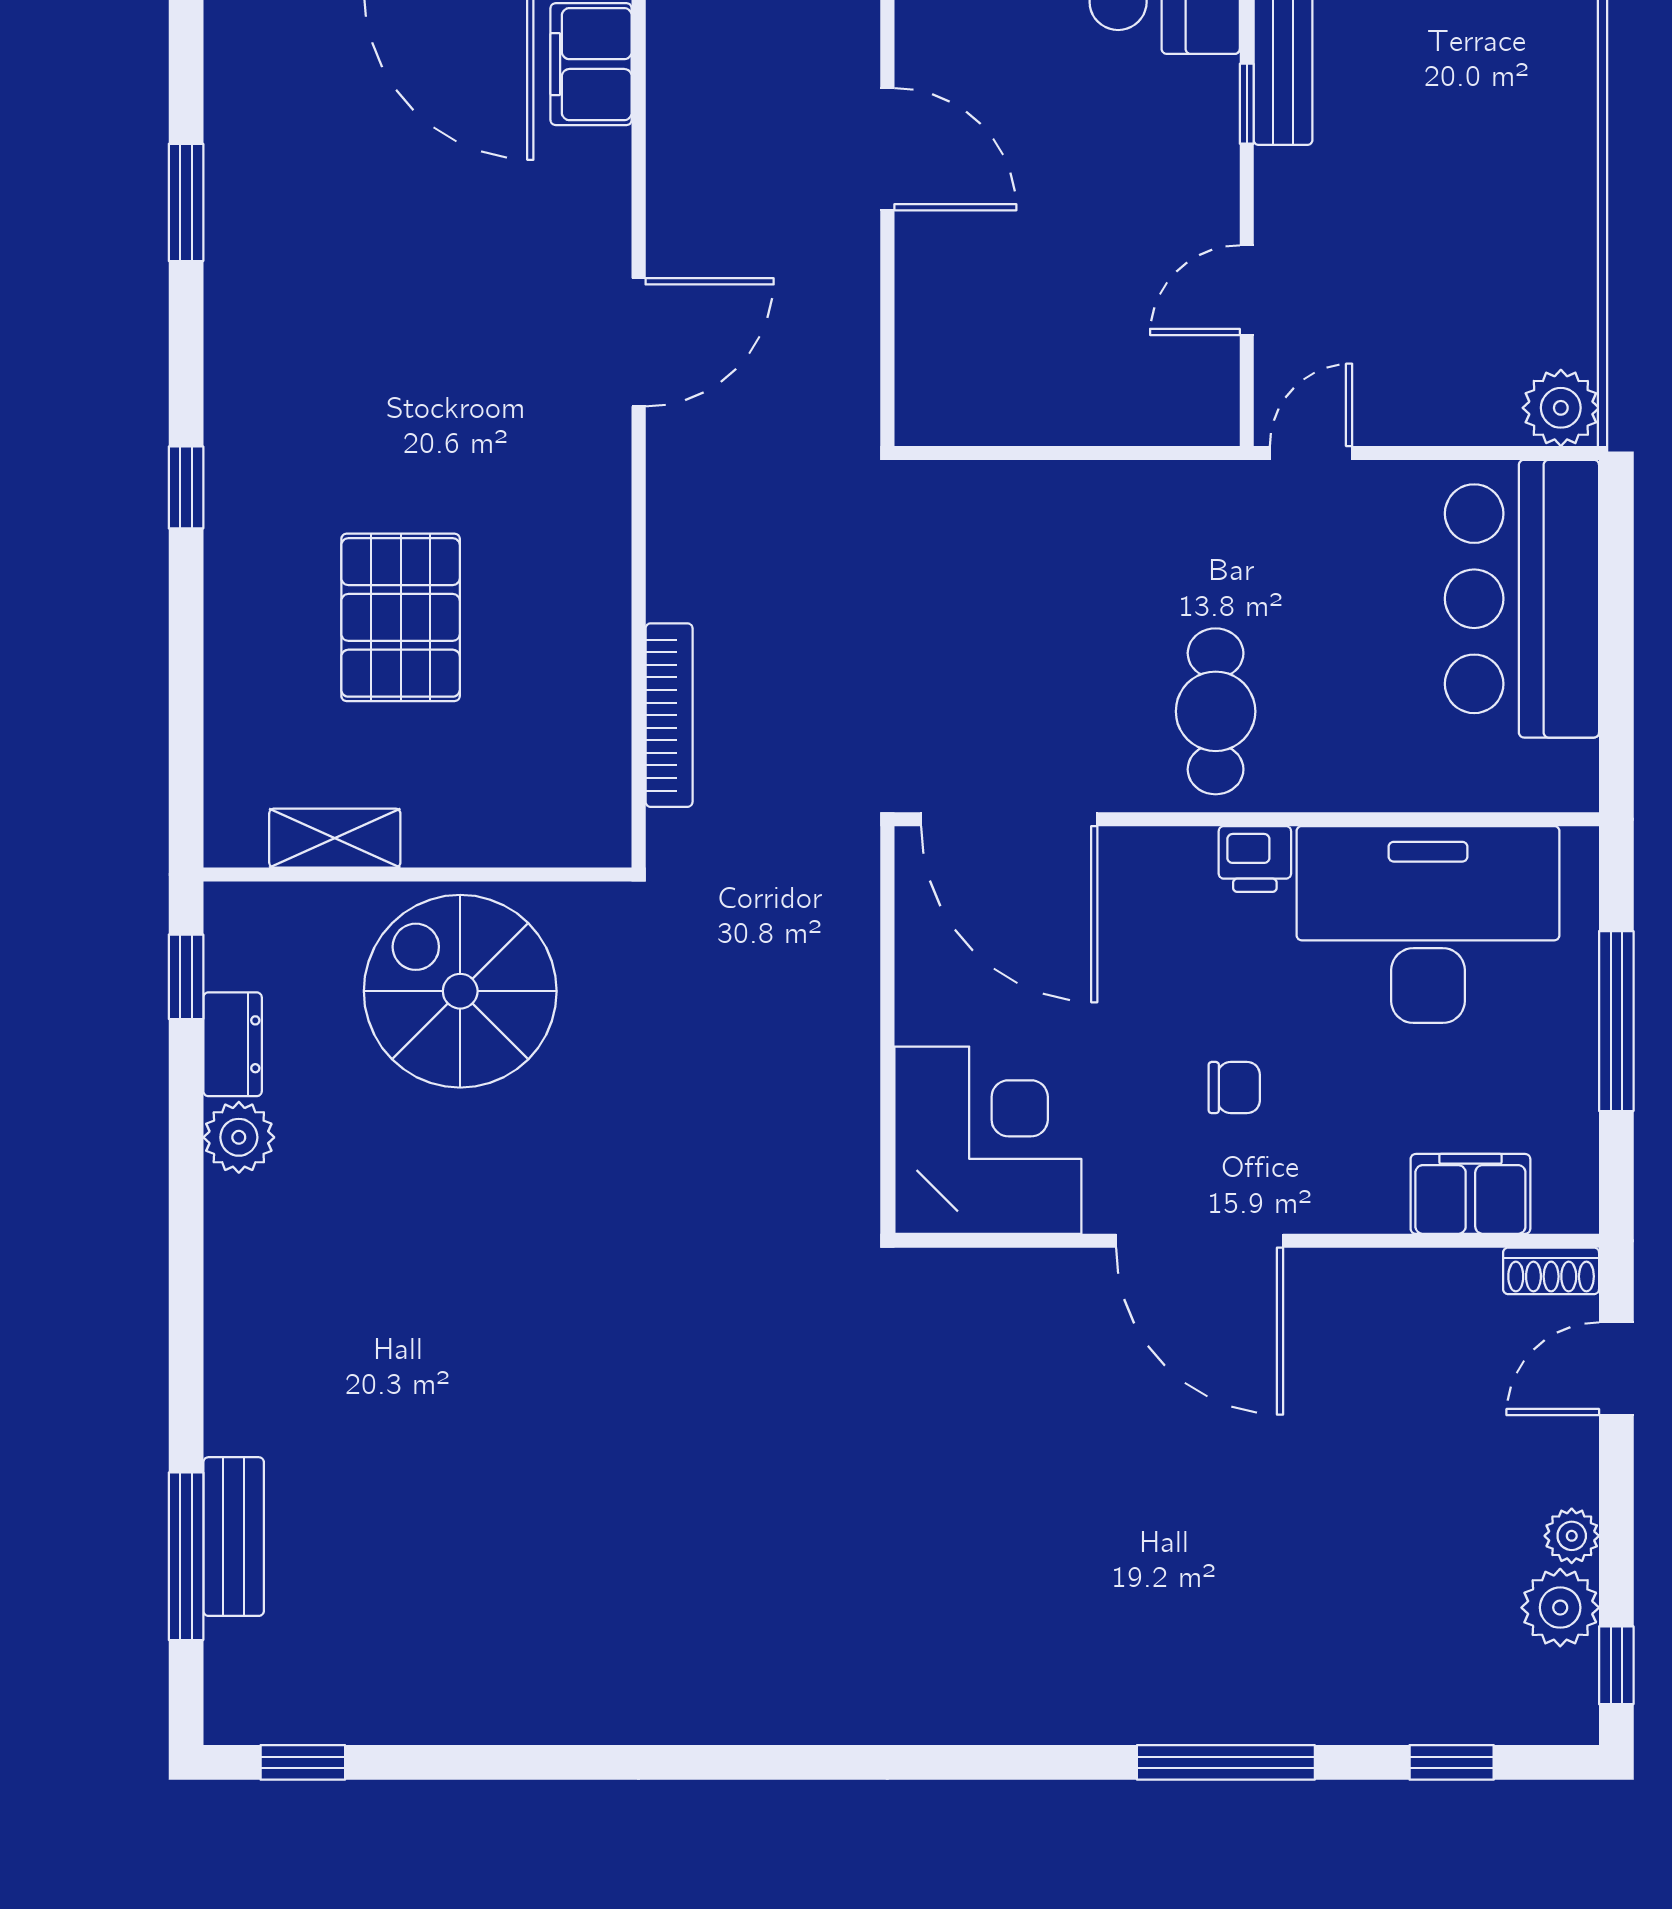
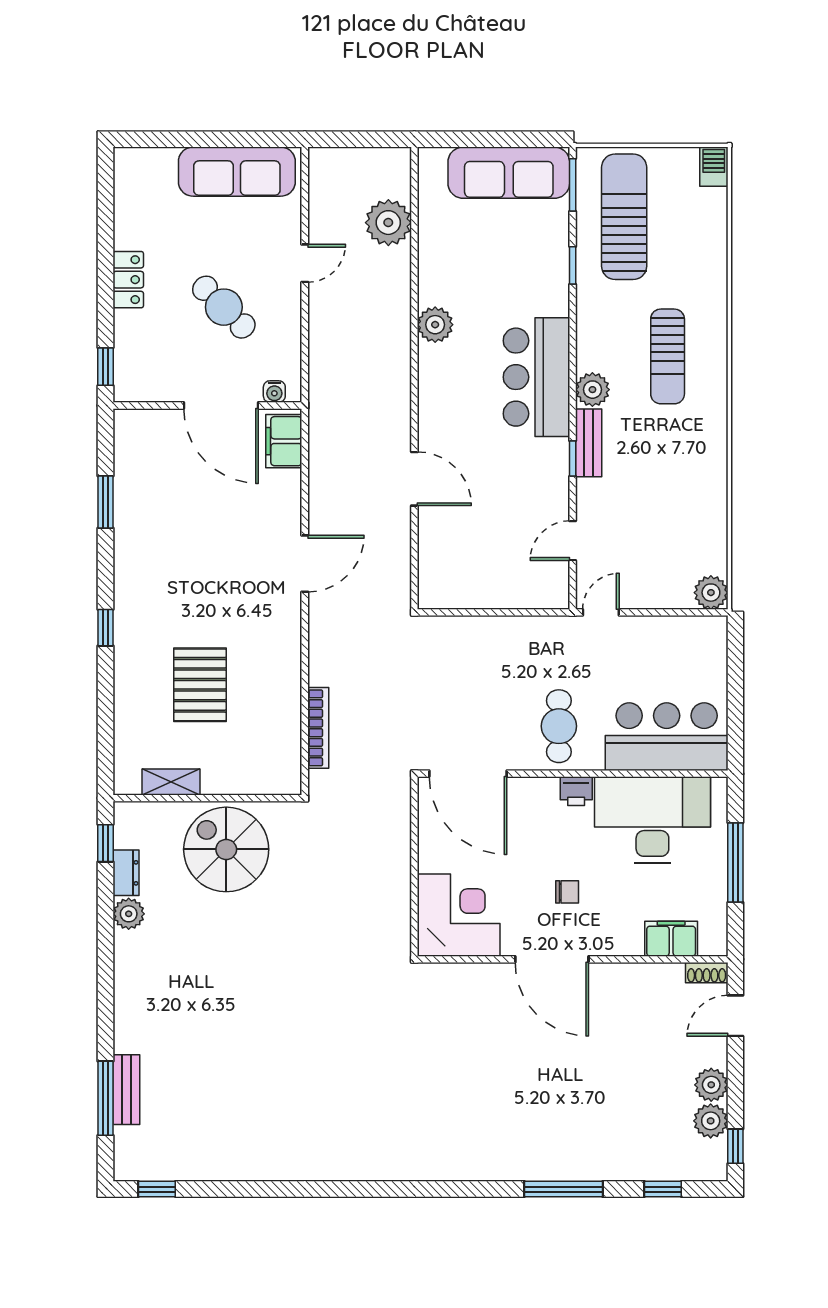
bar counter: (1522, 599) -> (667, 737), moved, turned 90
plant: (1572, 1536) -> (711, 1085), width x1.38, depth x1.38

